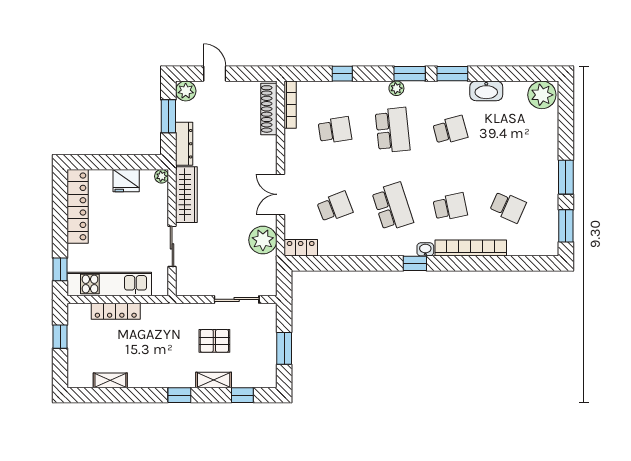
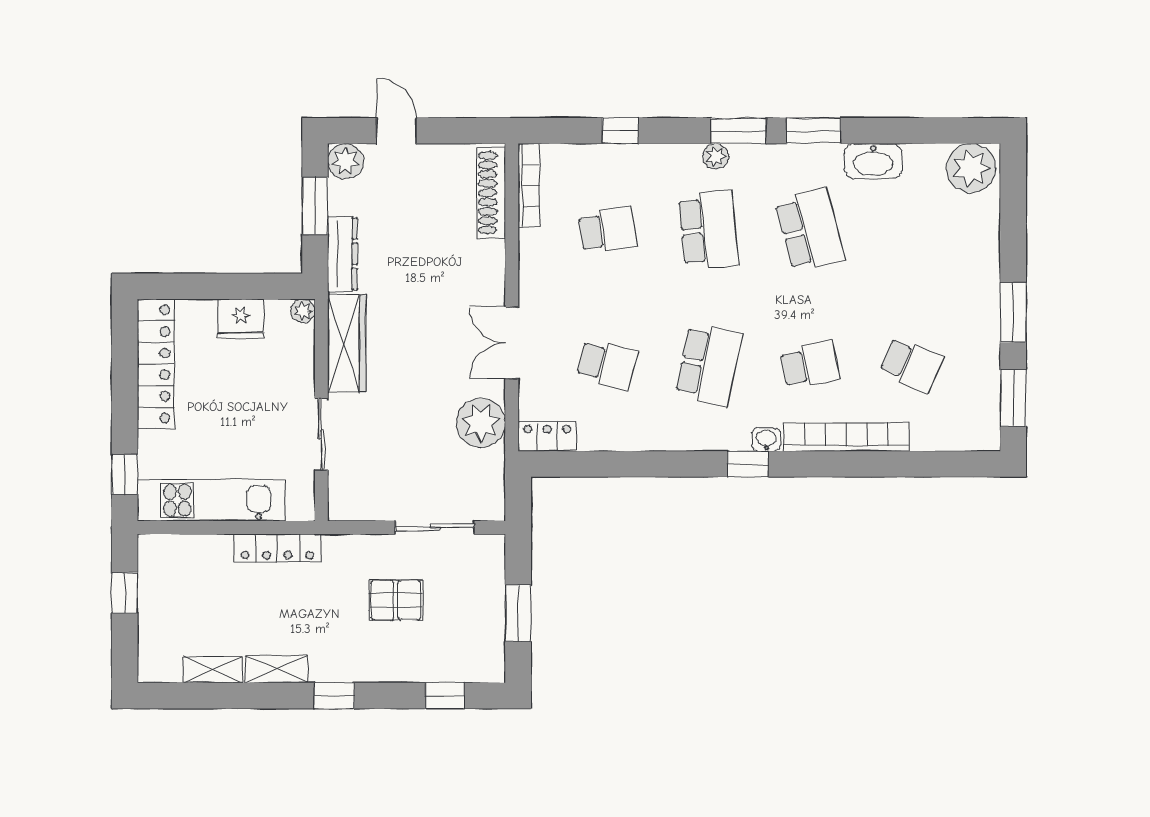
school desk: (450, 130) -> (810, 230), width x1.85
school desk: (335, 207) -> (607, 365), turned 36
school desk: (392, 207) -> (709, 365), turned 30
locker: (116, 311) -> (277, 548), moved
shelving: (214, 380) -> (276, 669), moved

